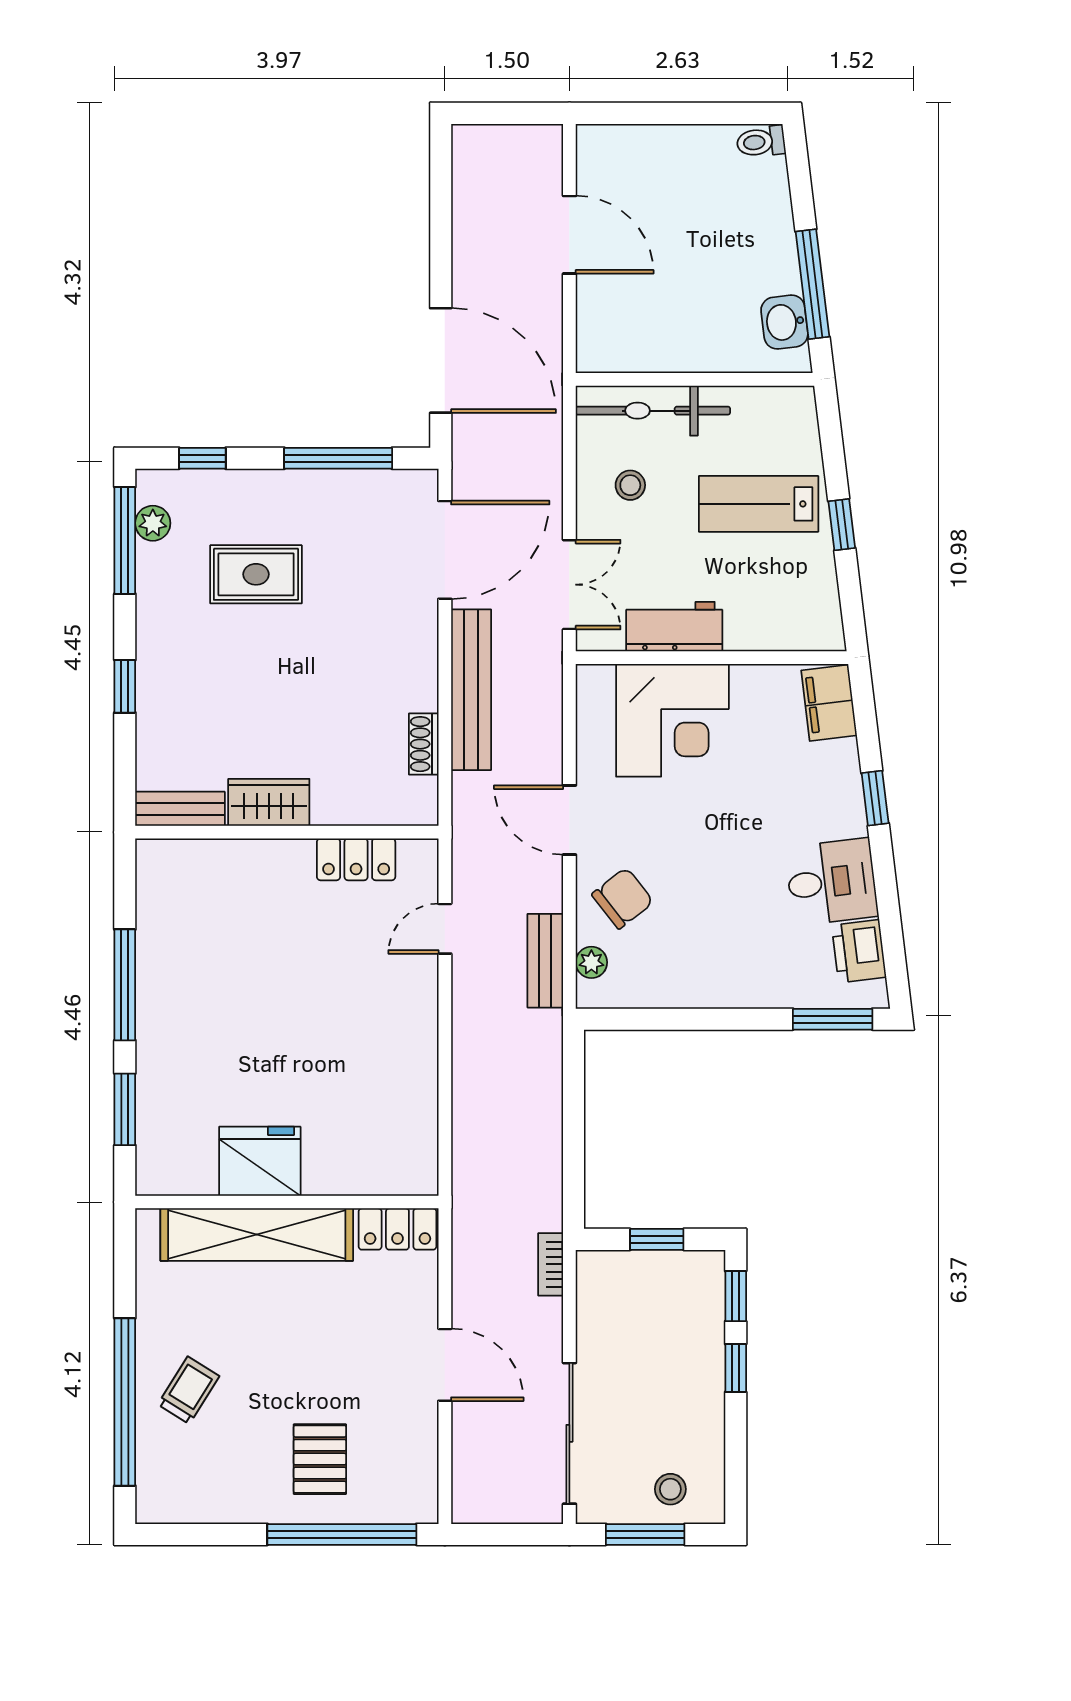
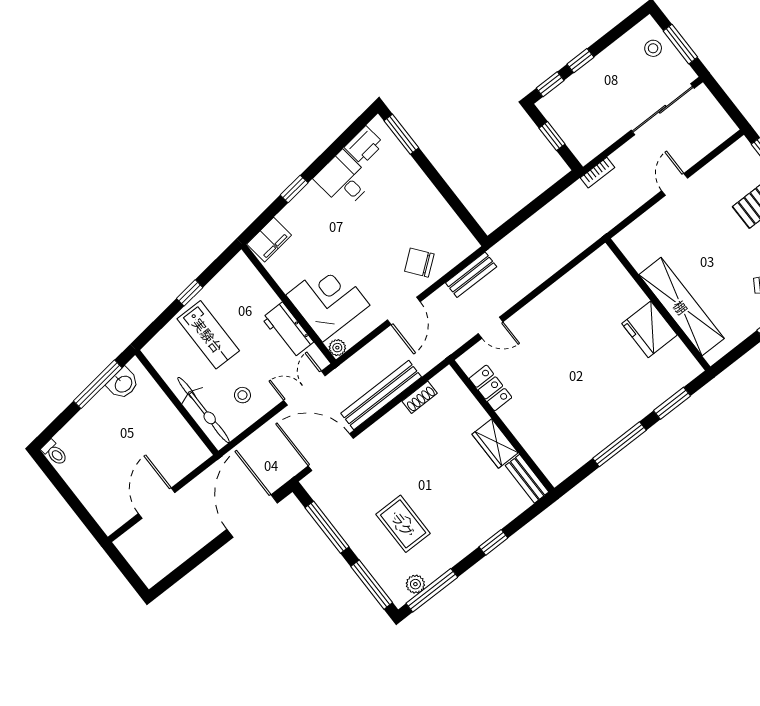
window: (202, 458) -> (372, 585), width x2.17
plant: (591, 962) -> (337, 348), moved
locker: (397, 1229) -> (633, 249), removed
door: (445, 1365) -> (675, 184), width x0.73

